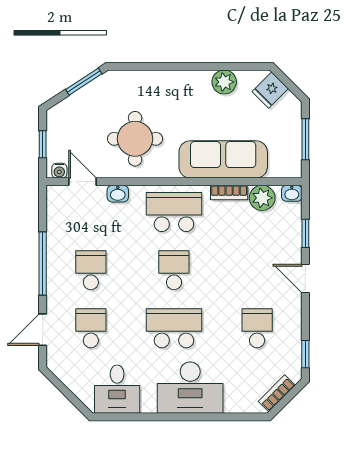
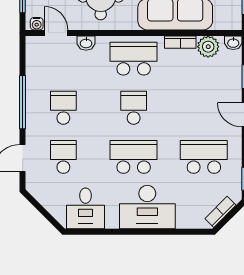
school desk: (257, 328) -> (204, 157), width x1.85

